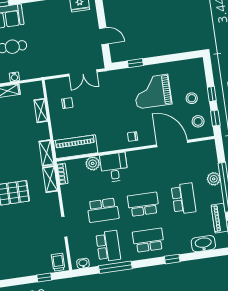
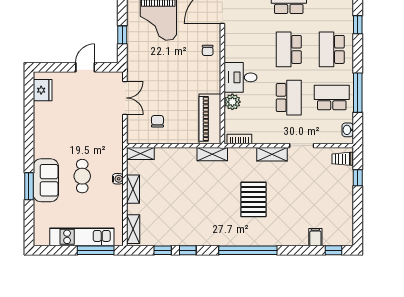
shelving: (41, 111) -> (140, 154), moved
shelving: (50, 179) -> (272, 154), moved

